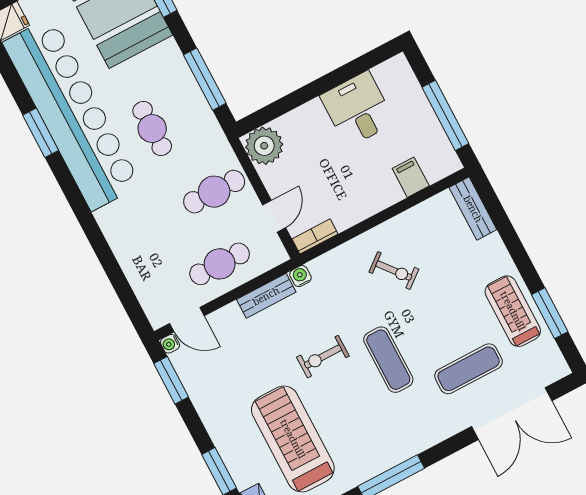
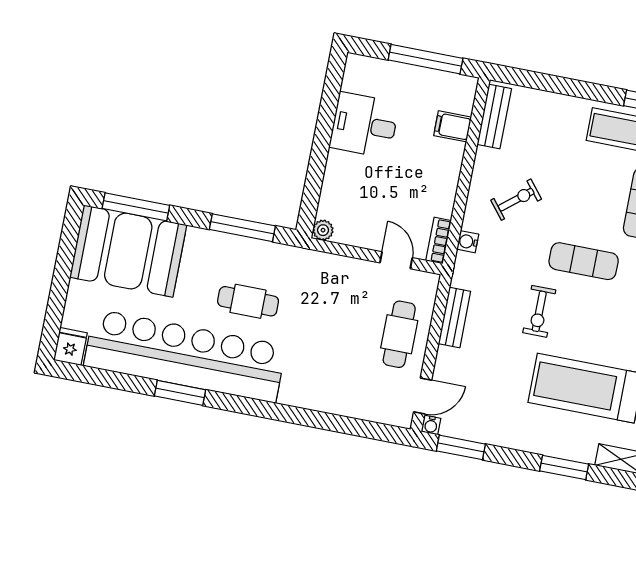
plant: (264, 146) -> (323, 230), width x0.53, depth x0.53
cafe table: (214, 192) -> (338, 292), removed
bench: (473, 209) -> (494, 117), moved, turned 90
water cooler: (300, 276) -> (468, 242), moved

